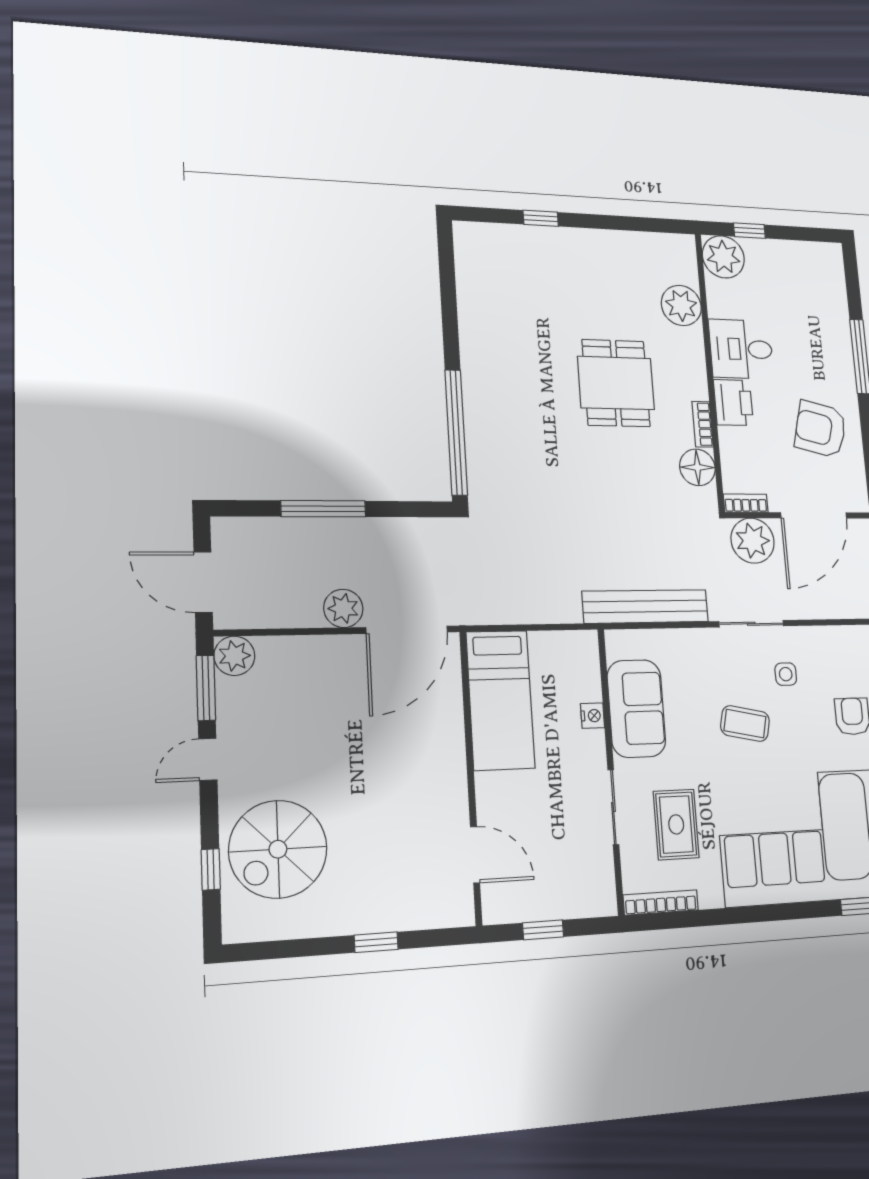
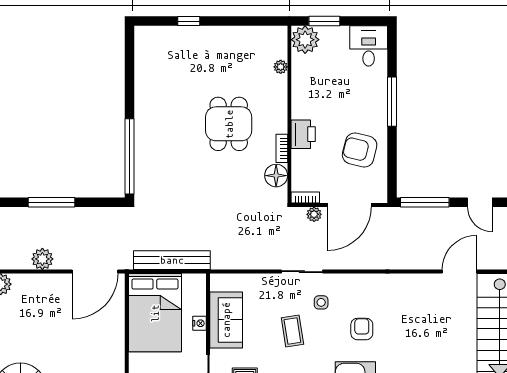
window: (750, 231) -> (324, 21), width x1.50
plant: (681, 305) -> (281, 67), width x0.53, depth x0.53
desk: (741, 349) -> (369, 46), moved, turned 90
plant: (753, 541) -> (314, 214), width x0.53, depth x0.53
bench: (645, 606) -> (172, 260), moved
plant: (343, 608) -> (42, 259), moved
bed: (500, 700) -> (155, 313), width x1.50
coffee table: (745, 724) -> (292, 331), turned 69

